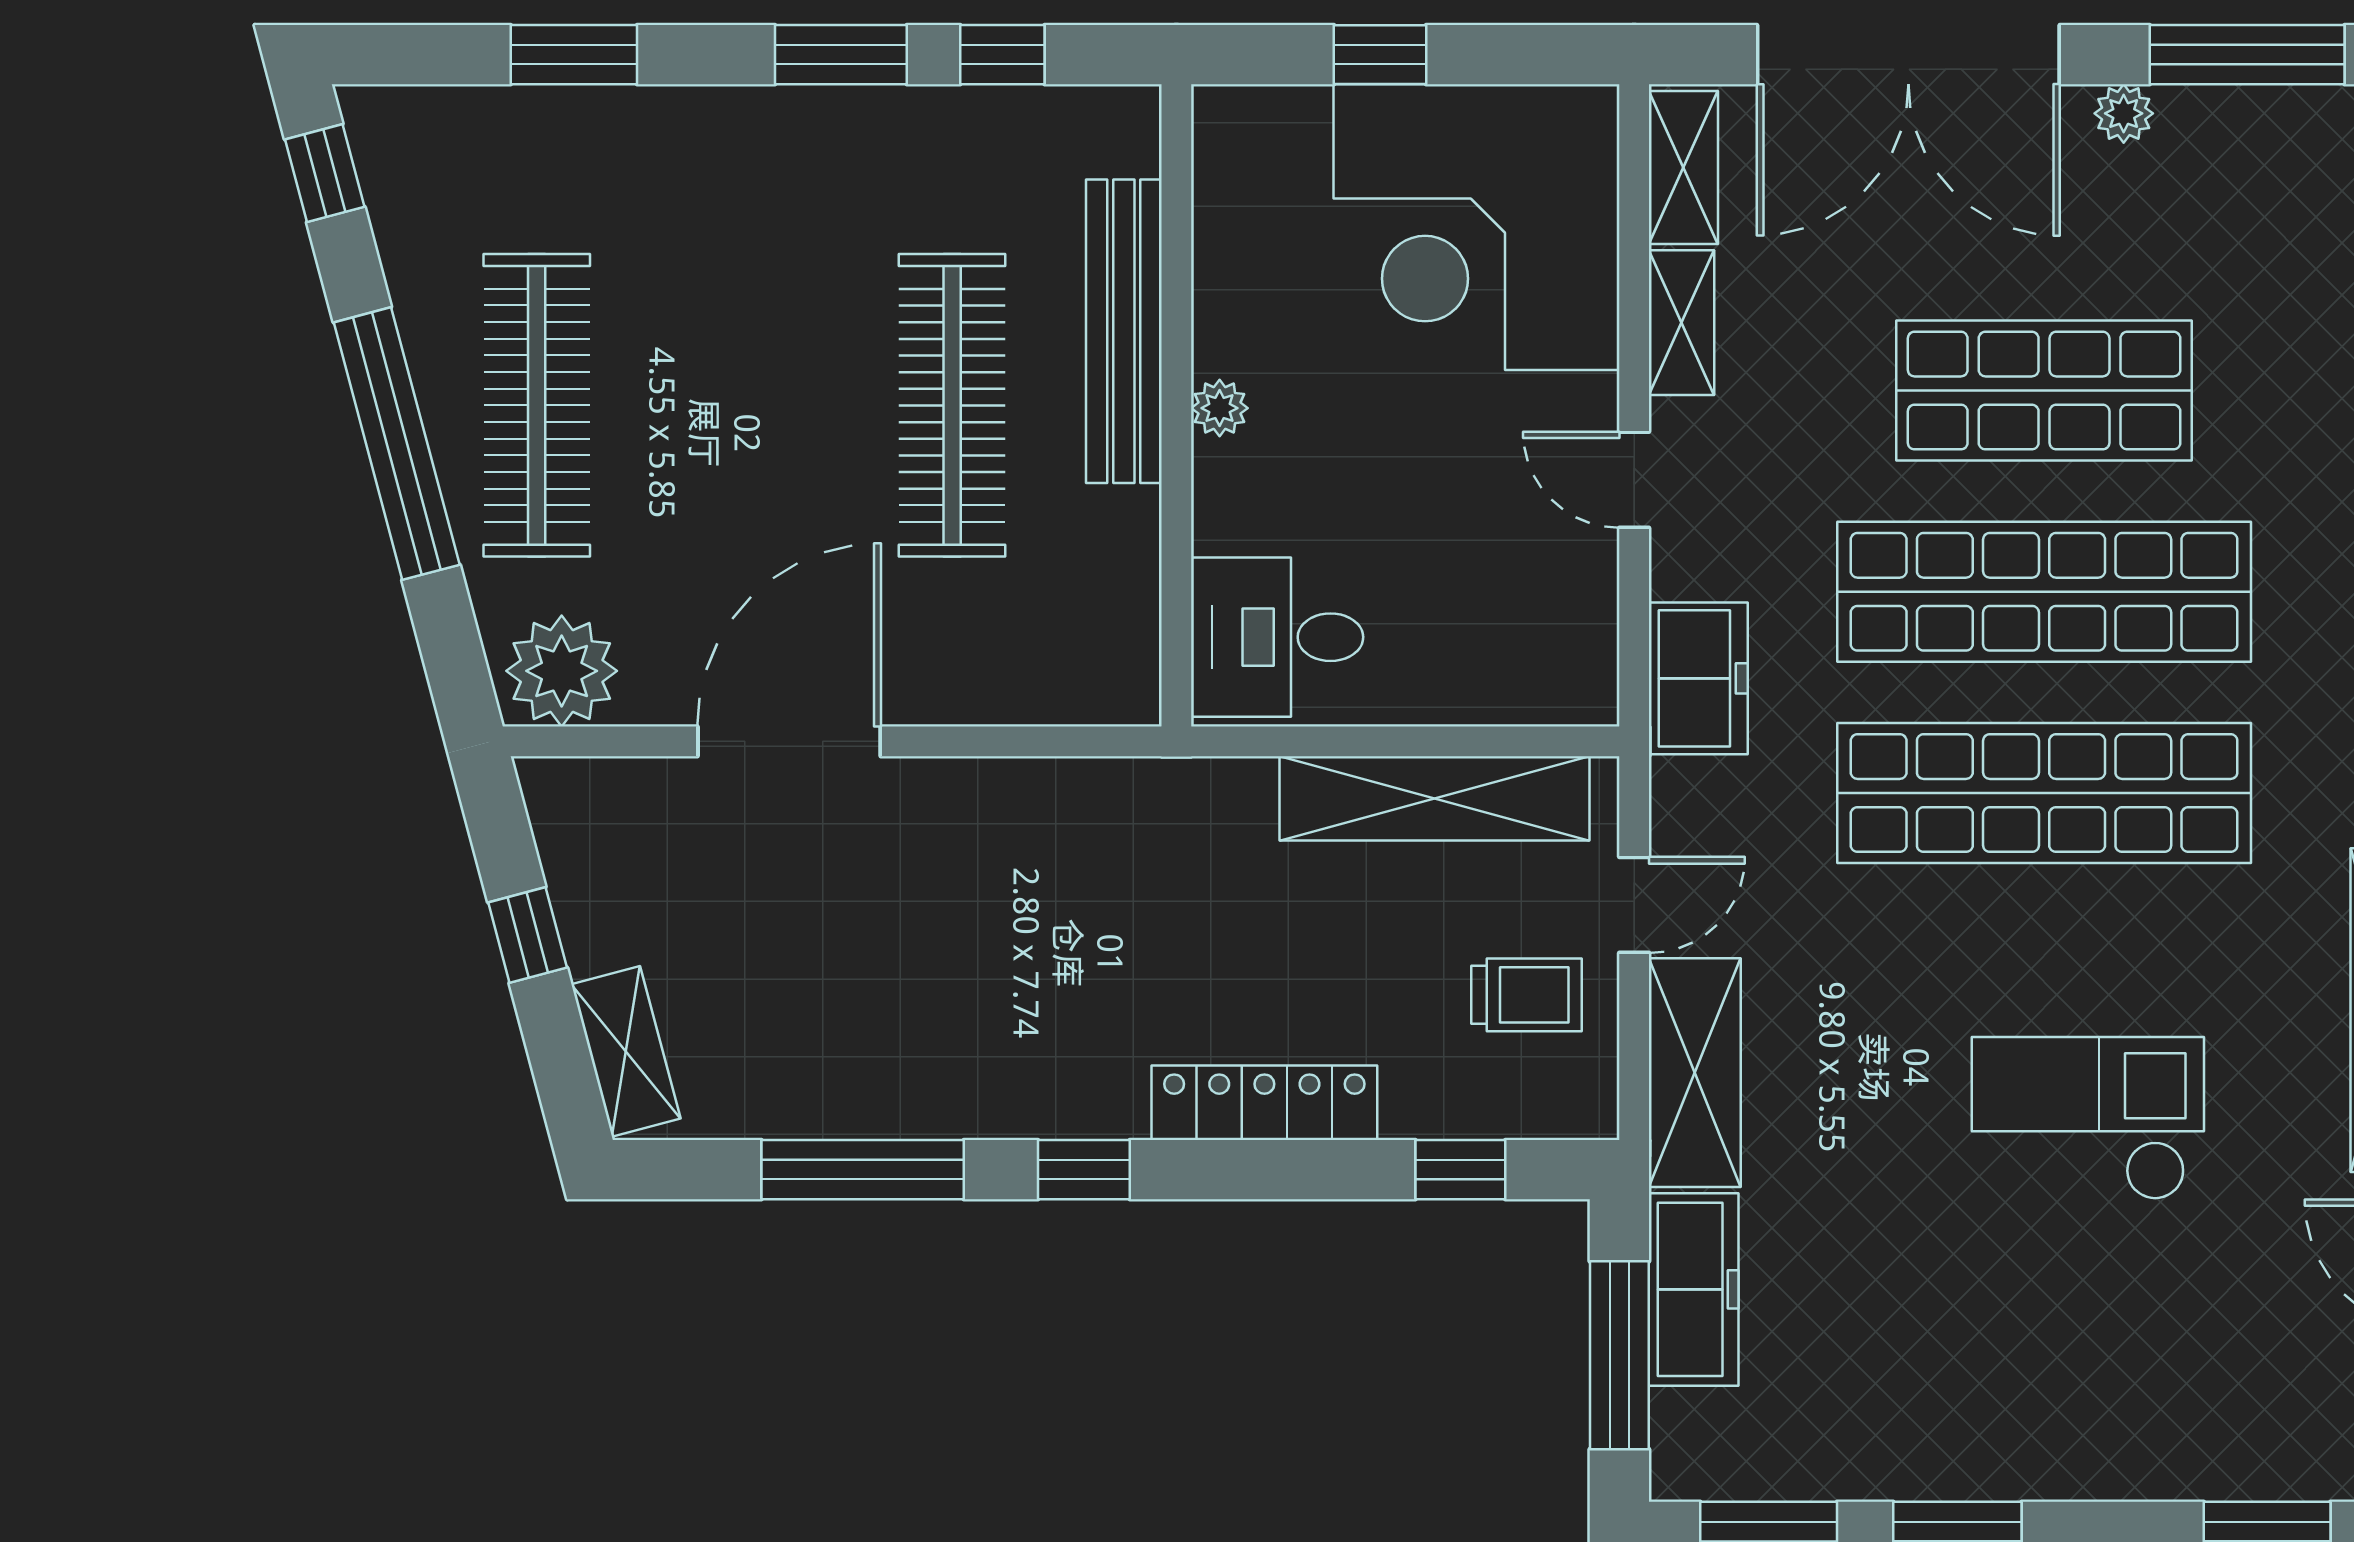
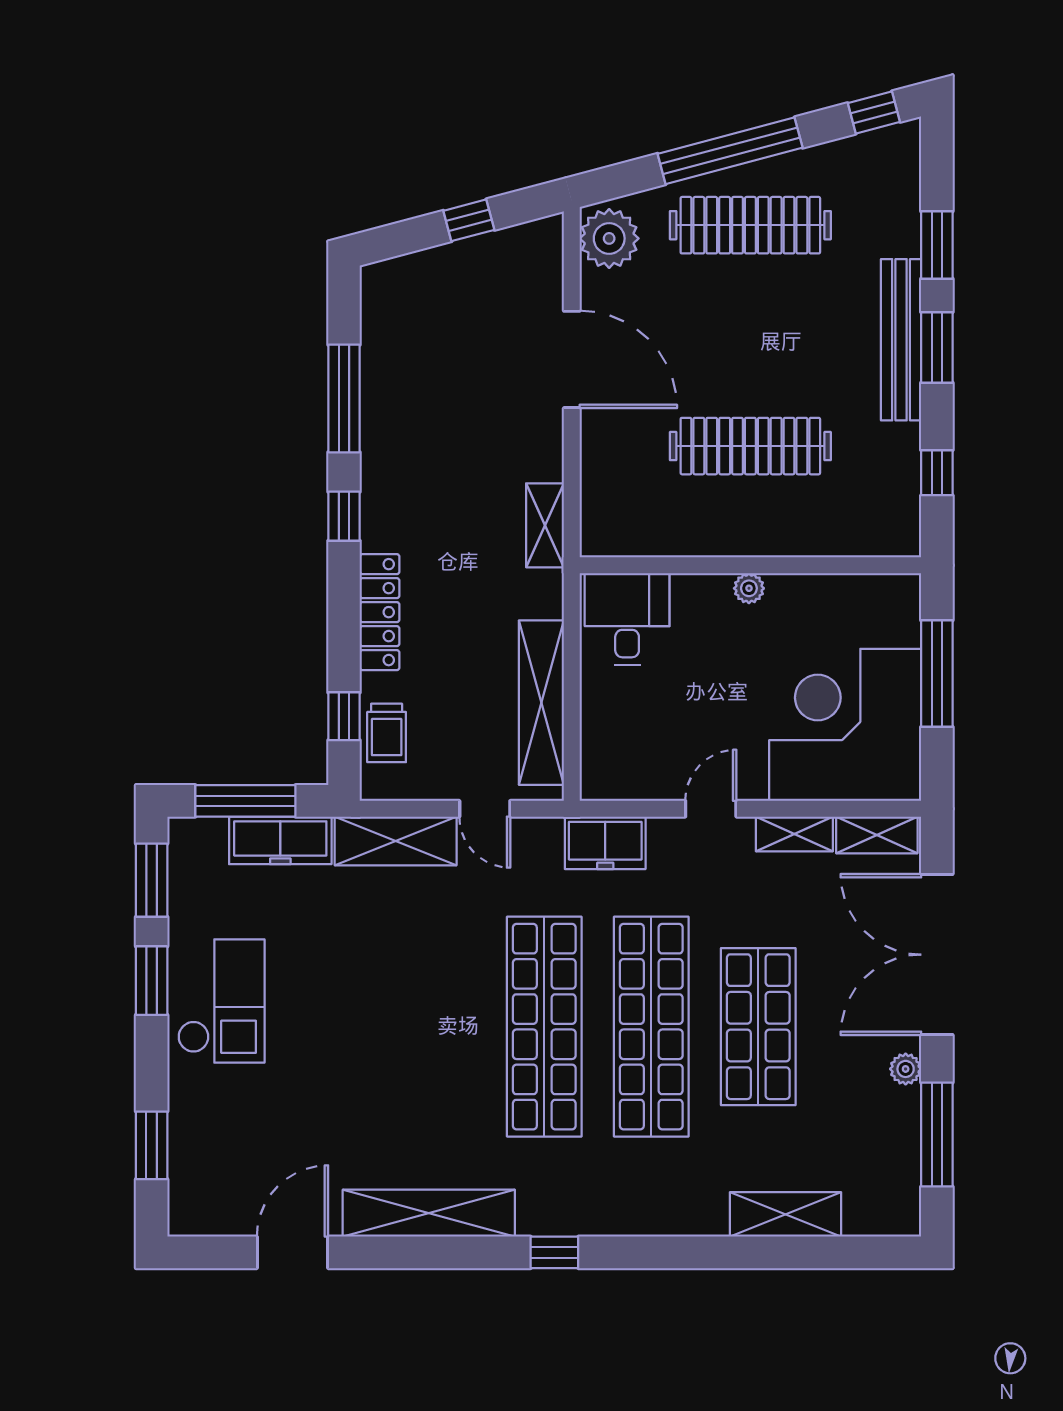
window: (841, 55) -> (937, 347), moved
window: (1380, 55) -> (937, 674), width x2.17
bench: (1124, 331) -> (901, 340), moved, turned 90
trolley: (1526, 995) -> (387, 733), moved
shelving: (626, 1051) -> (545, 525), moved, turned -75
checkout: (2088, 1118) -> (221, 1001), moved

